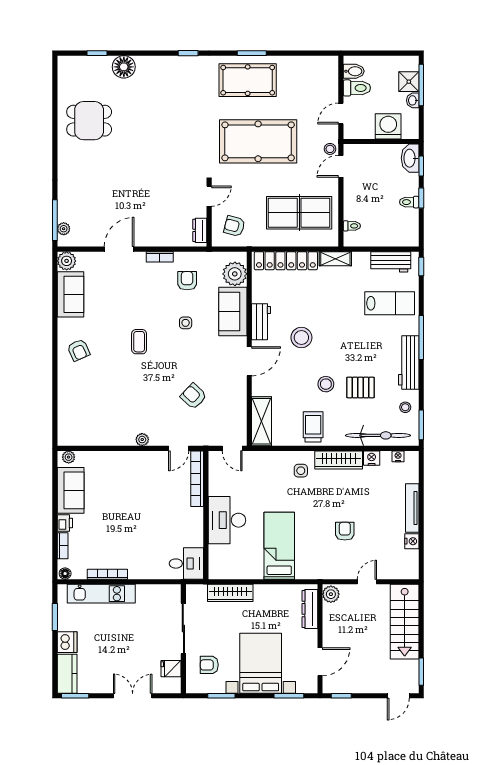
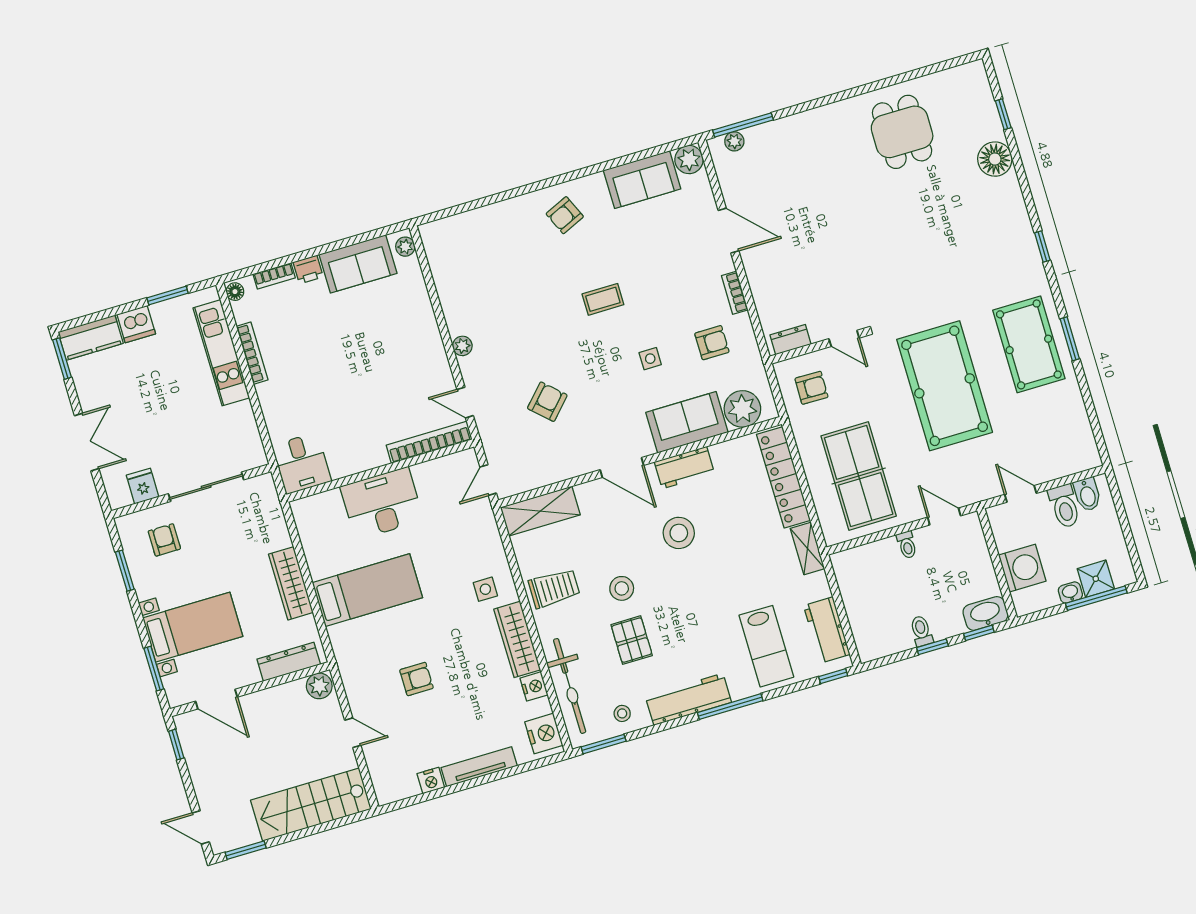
stool: (330, 149) -> (964, 493), removed
armchair: (234, 226) -> (812, 388), turned 76
toilet: (352, 226) -> (907, 545), moved
nightstand: (398, 456) -> (544, 734), width x1.89, depth x1.79
wardrobe: (230, 593) -> (291, 583), moved
bed with nightstands: (261, 663) -> (193, 627), width x0.73

